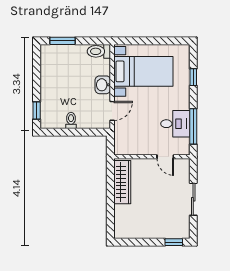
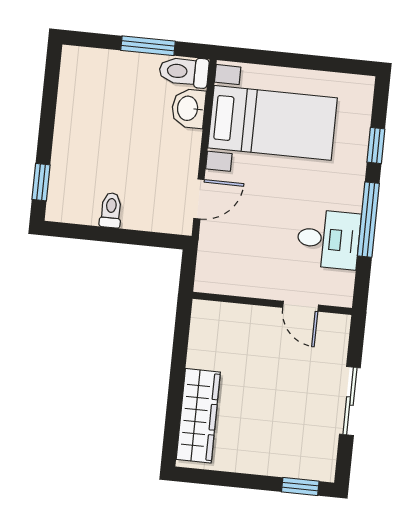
window: (63, 41) -> (148, 46), moved
washbasin: (103, 85) -> (188, 108), moved
window: (193, 126) -> (368, 220), moved
wardrobe: (122, 182) -> (198, 416), moved

